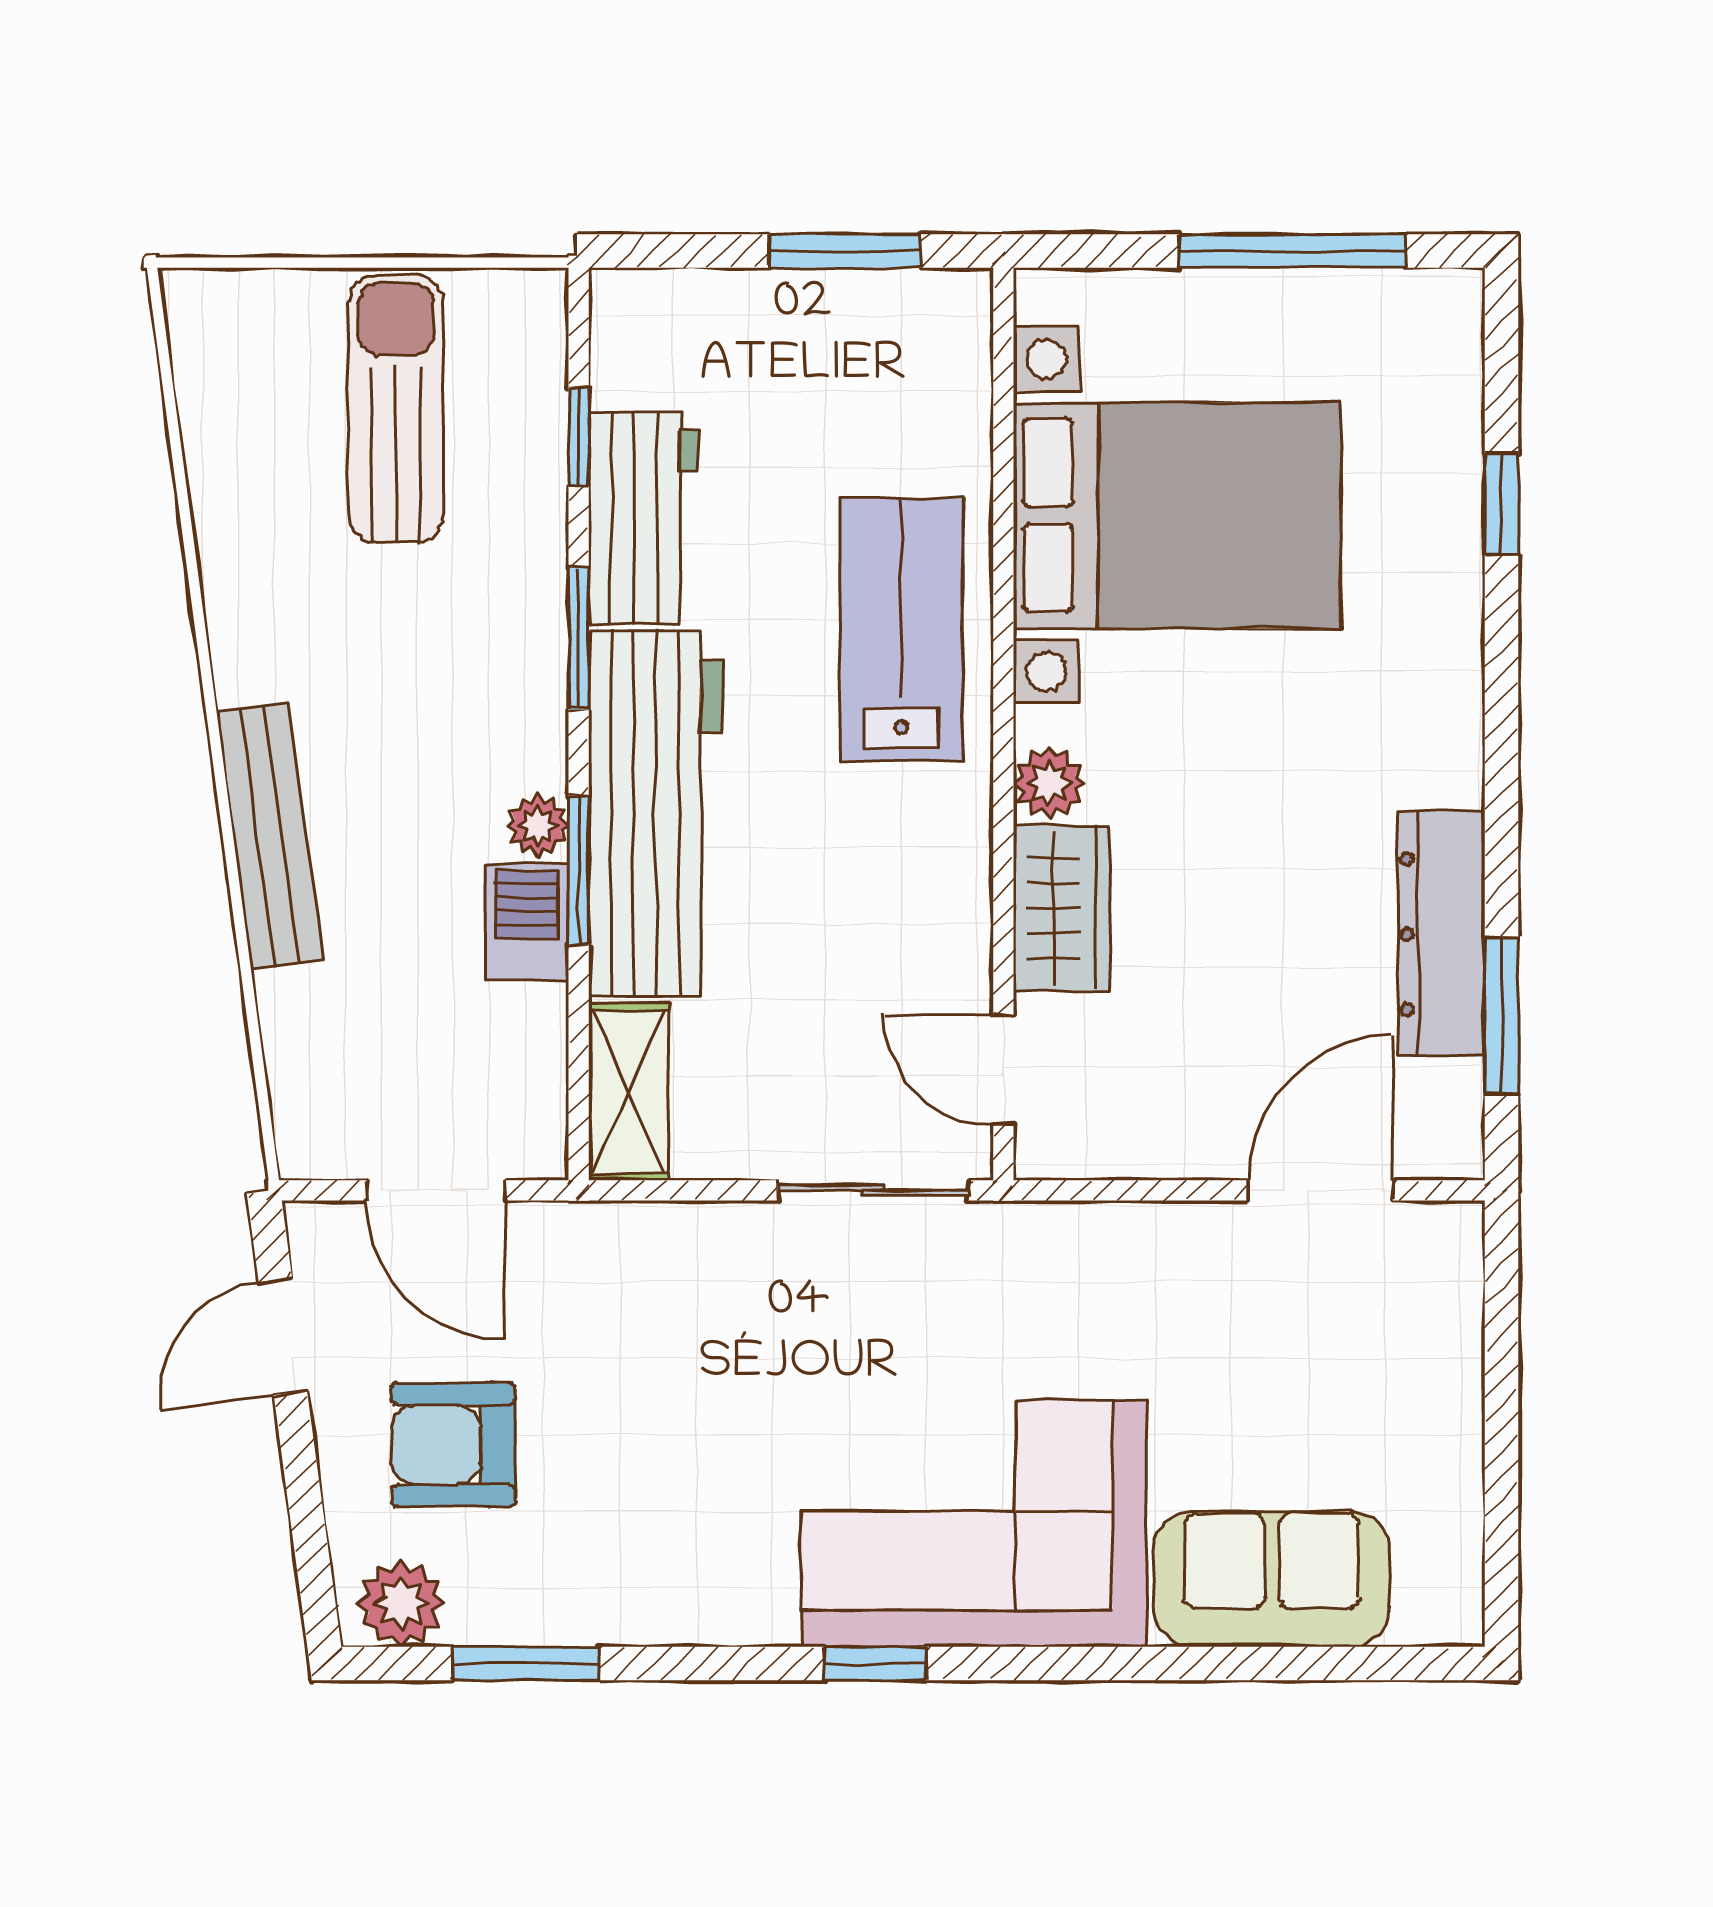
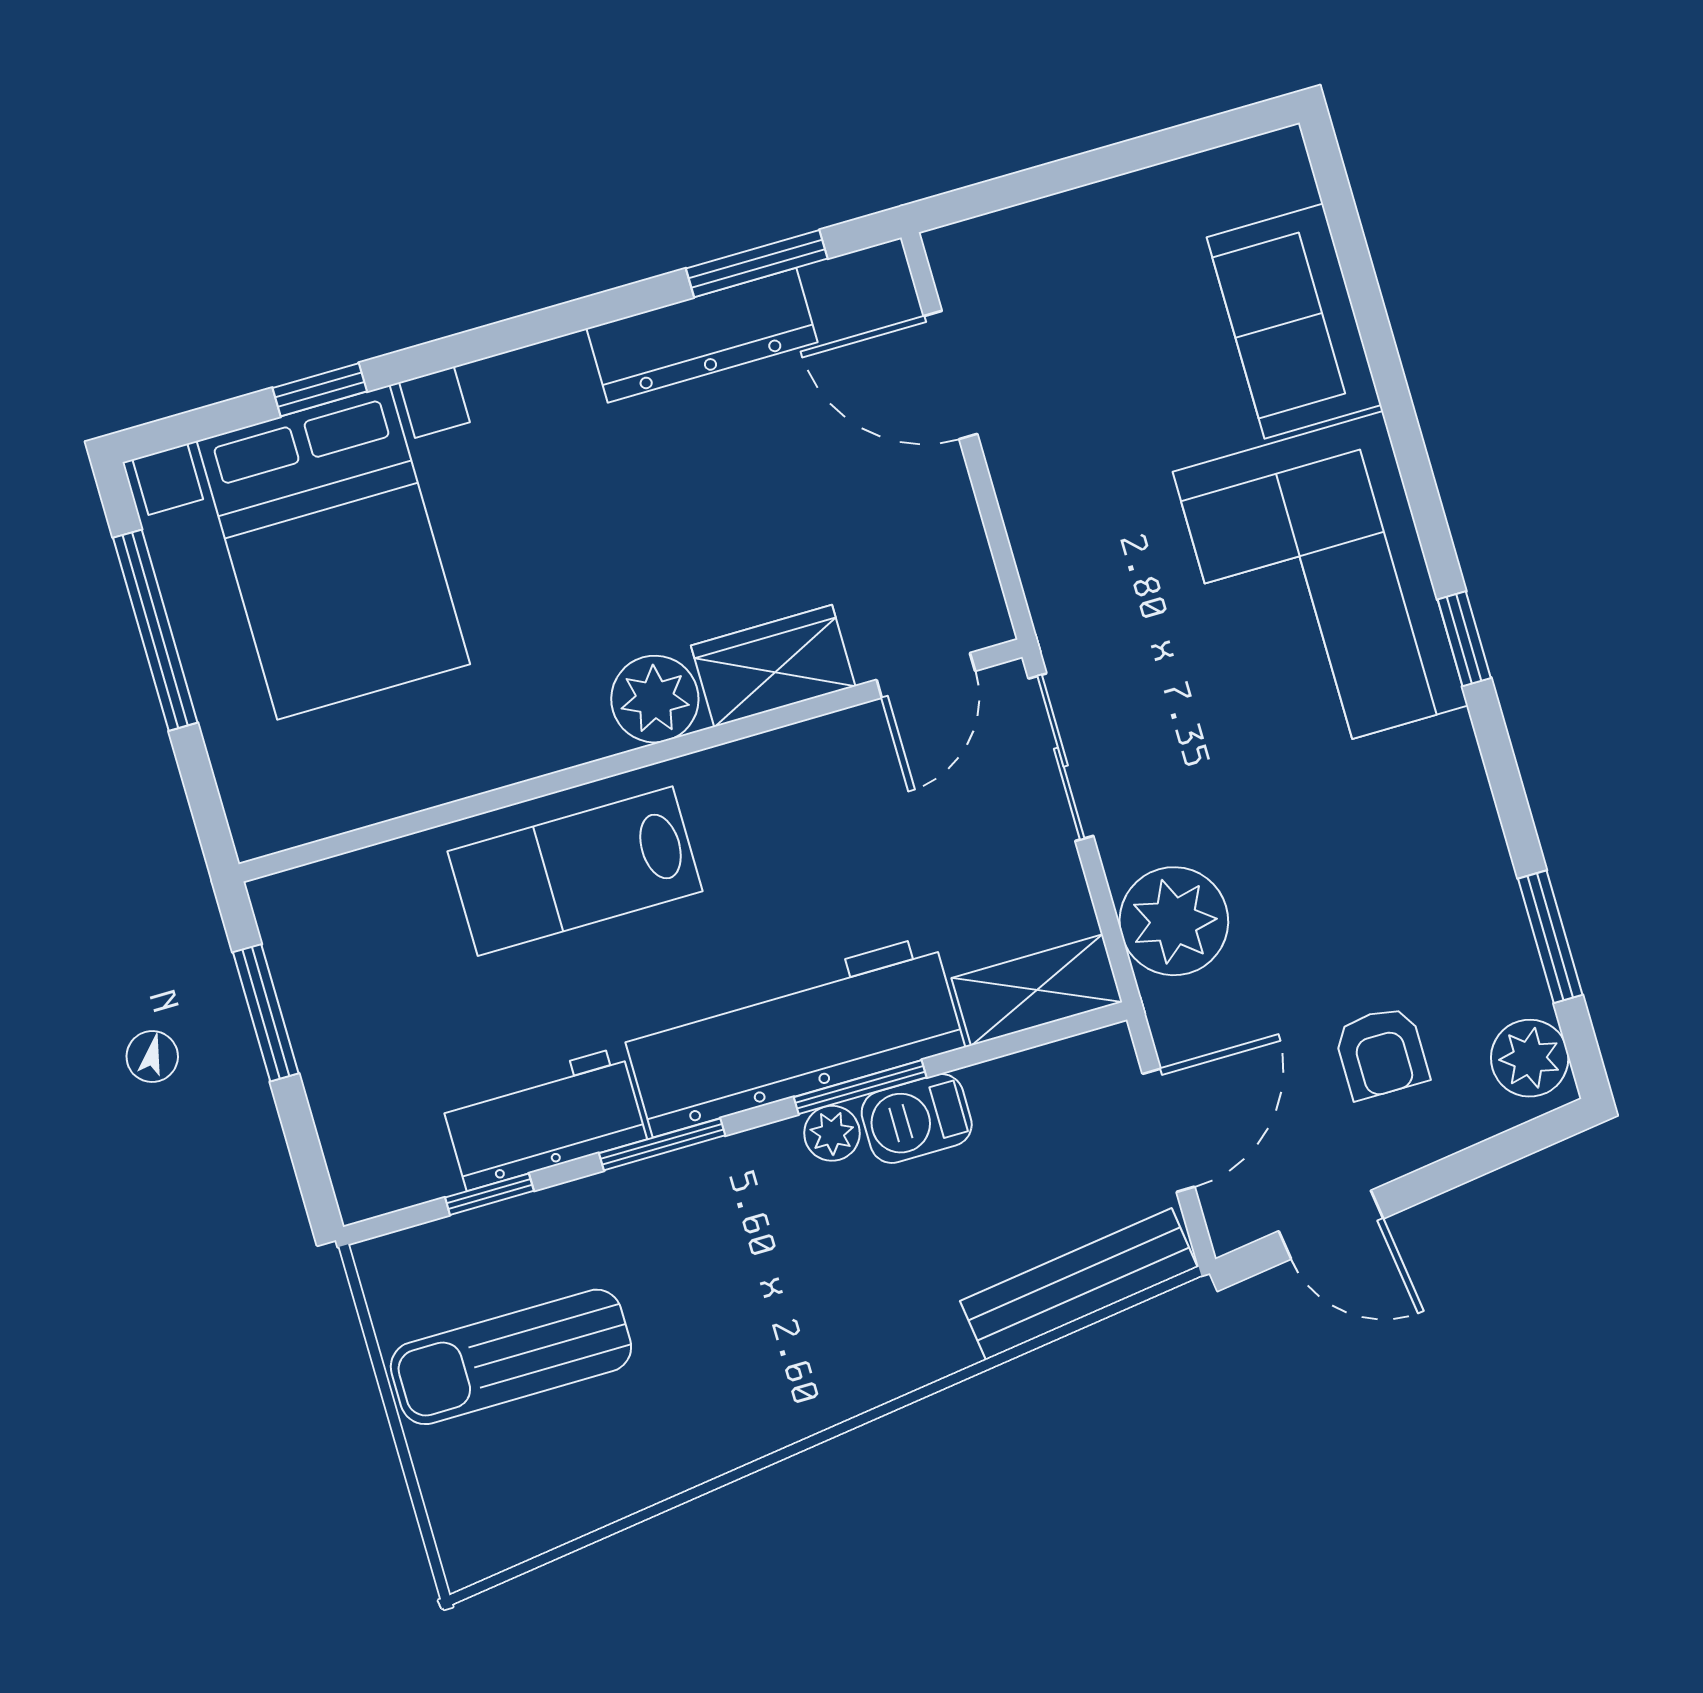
bed with nightstands: (1177, 515) -> (333, 552), moved, turned 180
plant: (1049, 783) -> (655, 699), width x1.38, depth x1.38
bench: (270, 836) -> (1079, 1284), moved
plant: (660, 1261) -> (1174, 921), added
armchair: (453, 1445) -> (1381, 1053), width x0.72, depth x0.72

